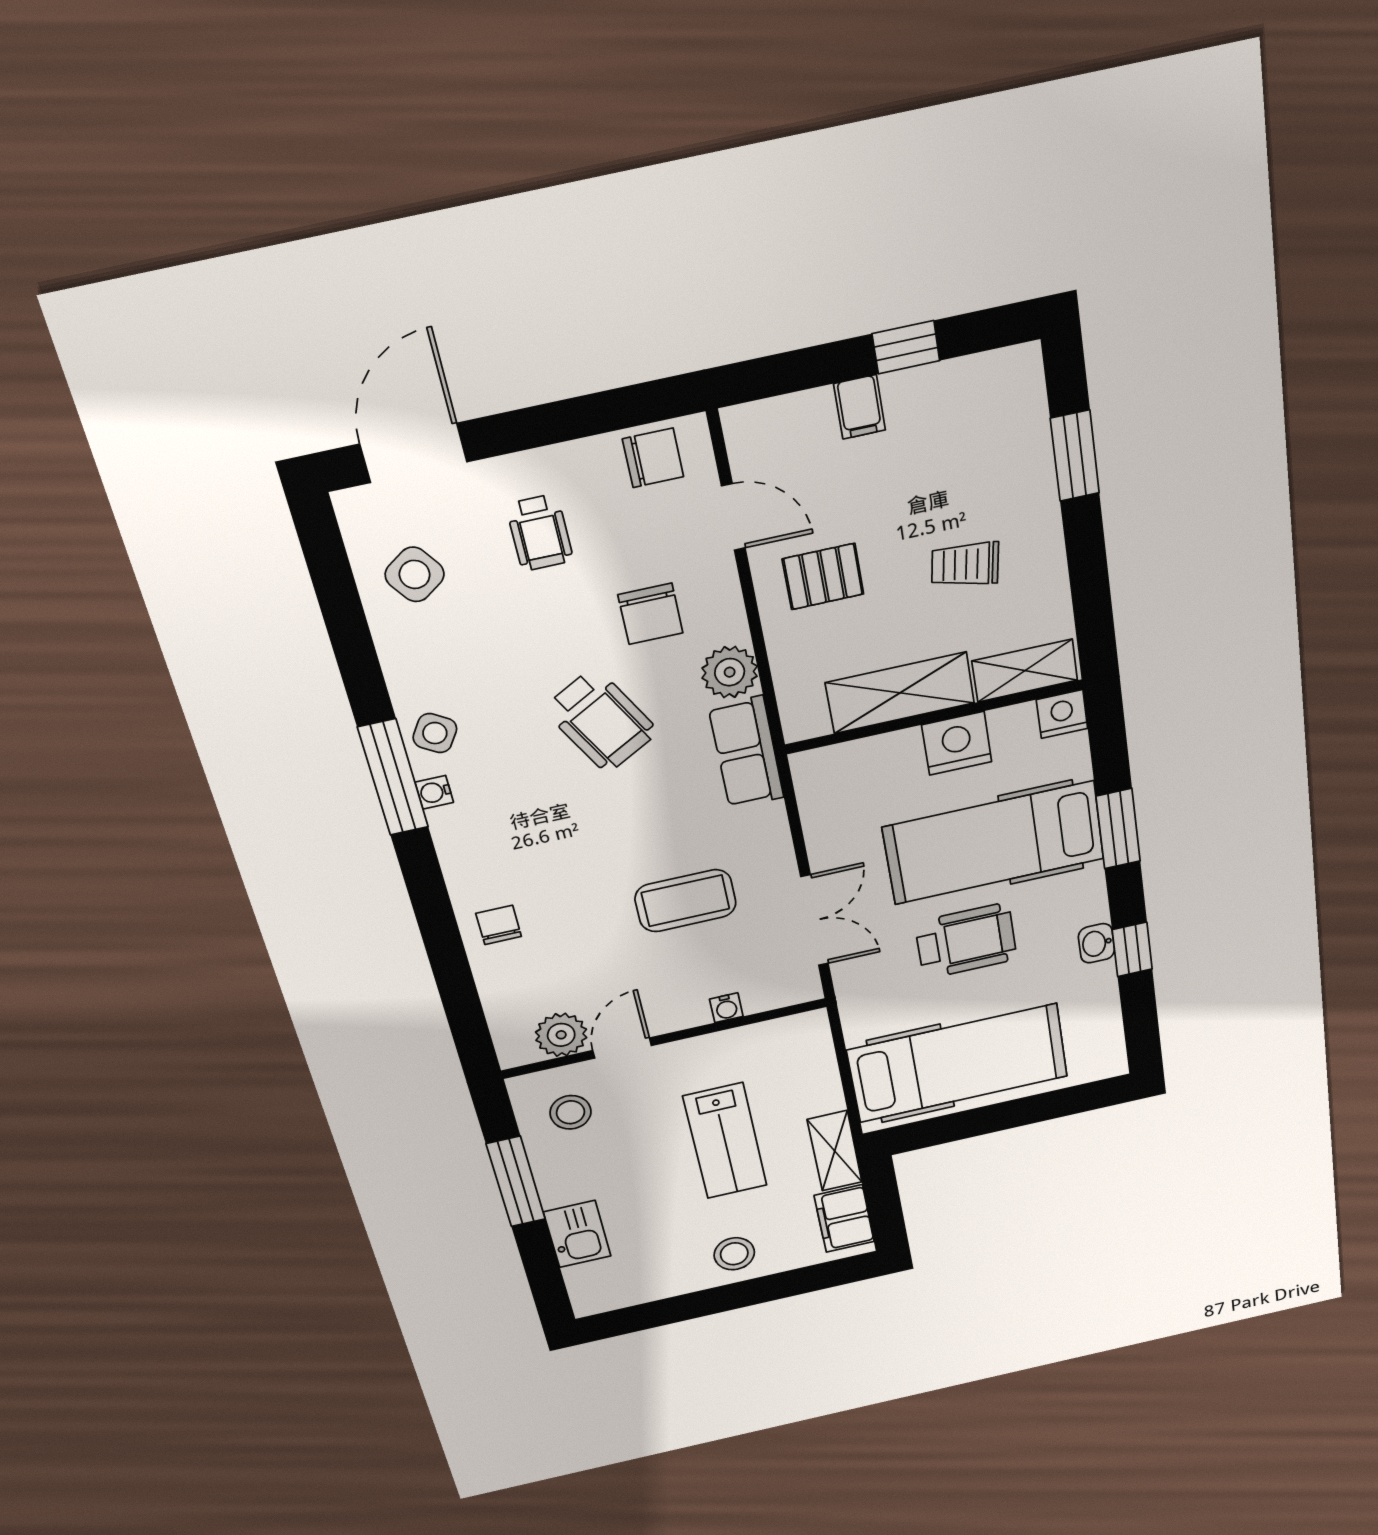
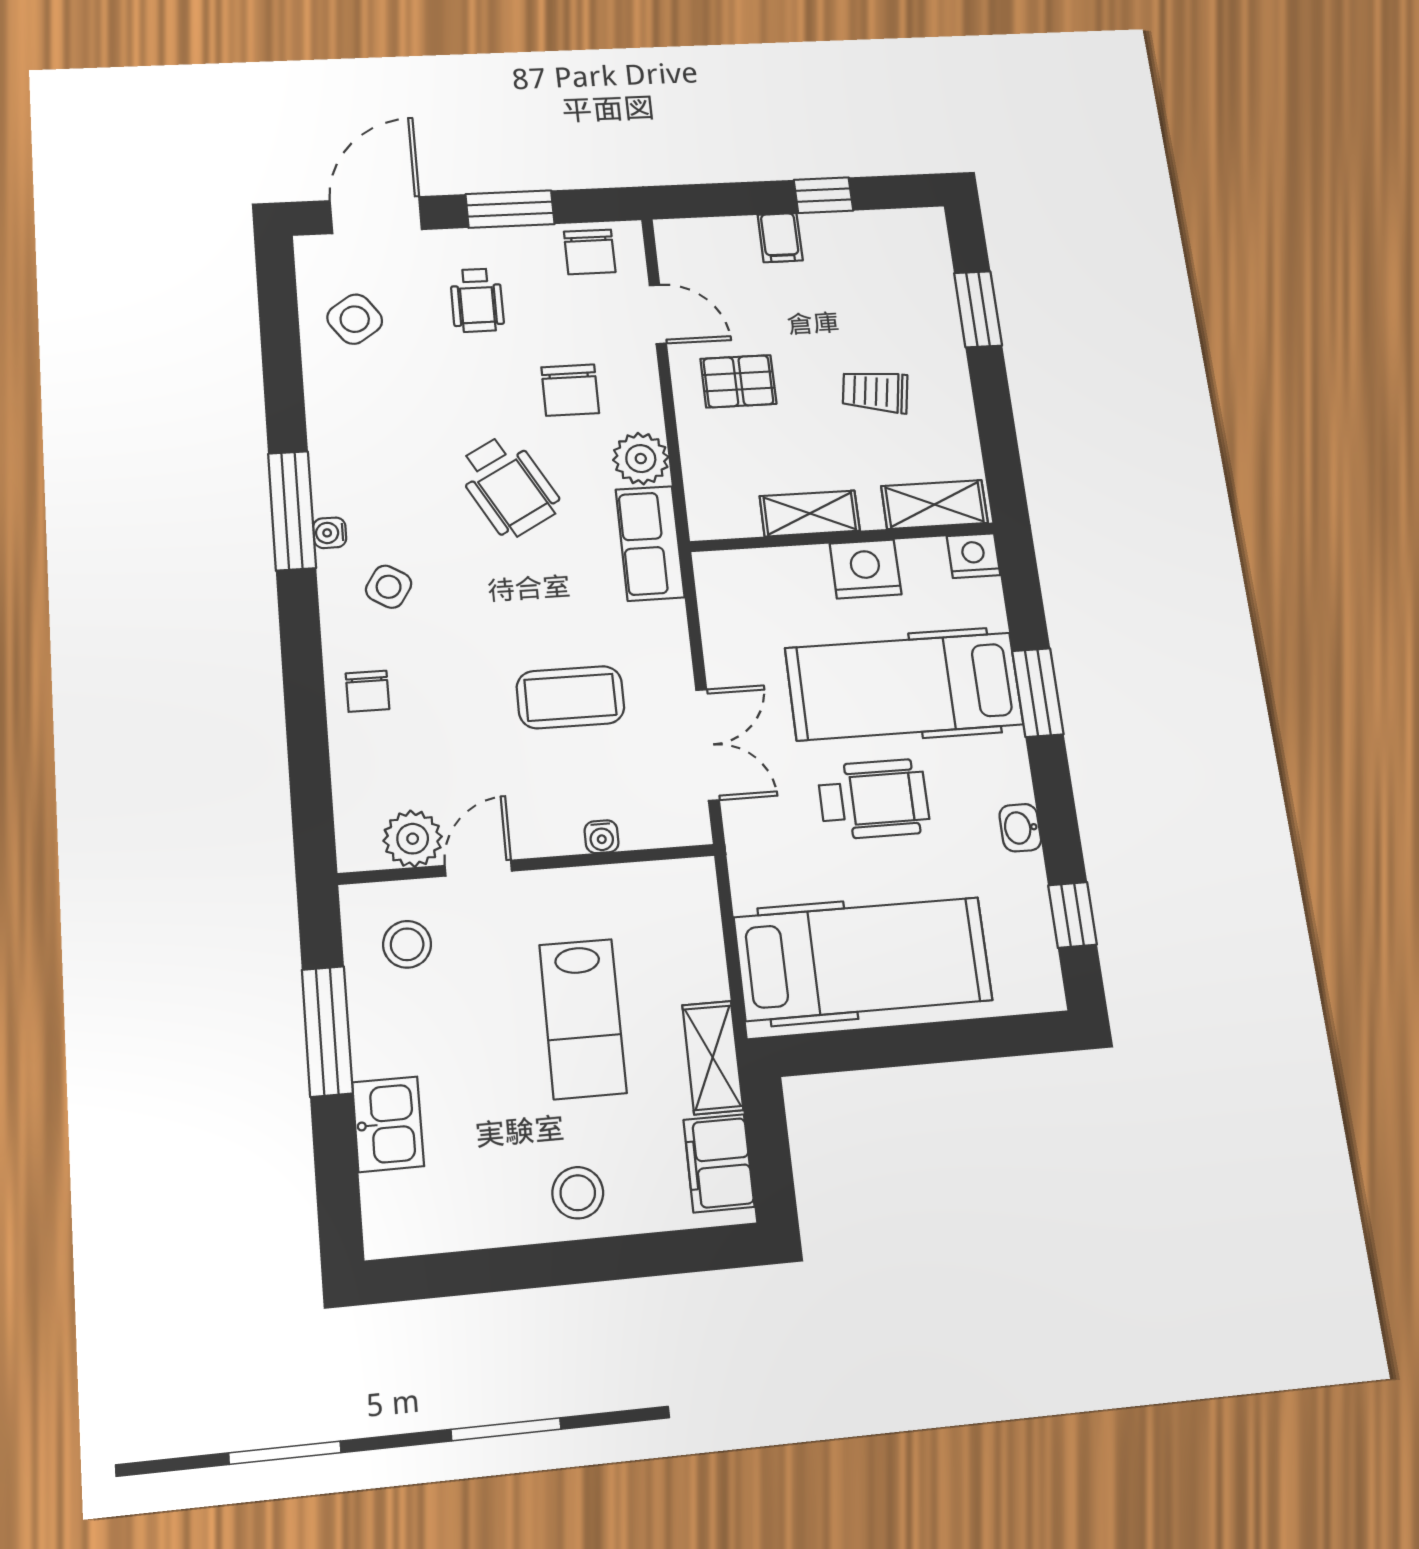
window: (559, 422) -> (510, 209), added
chair: (653, 458) -> (590, 252), turned 90
shelving: (900, 693) -> (810, 513), width x0.67, depth x0.75
side table: (435, 733) -> (389, 587), moved
chair: (499, 925) -> (368, 691), turned 180
window: (1132, 949) -> (1072, 915), moved

